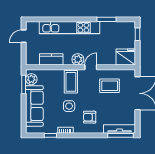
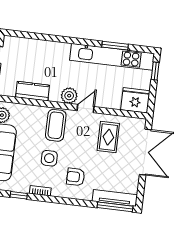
kitchen unit: (70, 28) -> (112, 57), moved
rug: (110, 86) -> (108, 137), turned 90

